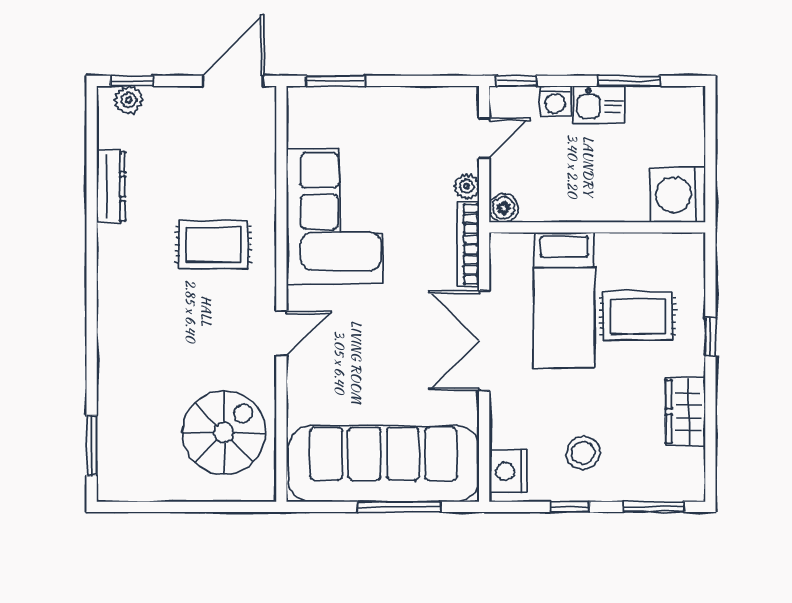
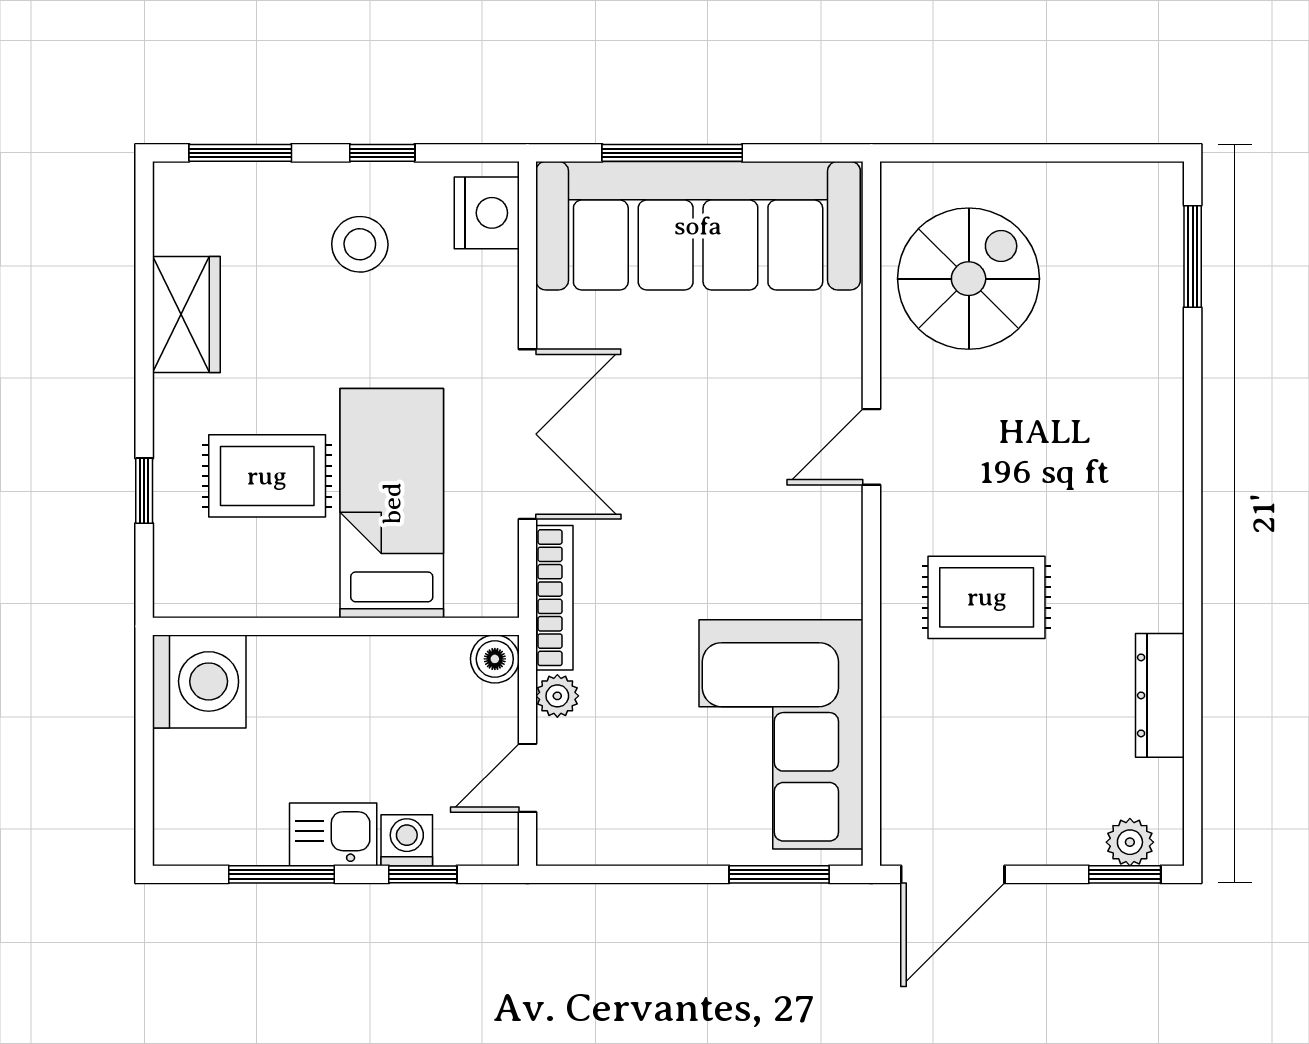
window: (517, 81) -> (423, 874), moved
corner sofa: (335, 216) -> (781, 734), moved
window: (710, 337) -> (144, 491), moved
spiral stairs: (224, 433) -> (969, 279), turned 180

